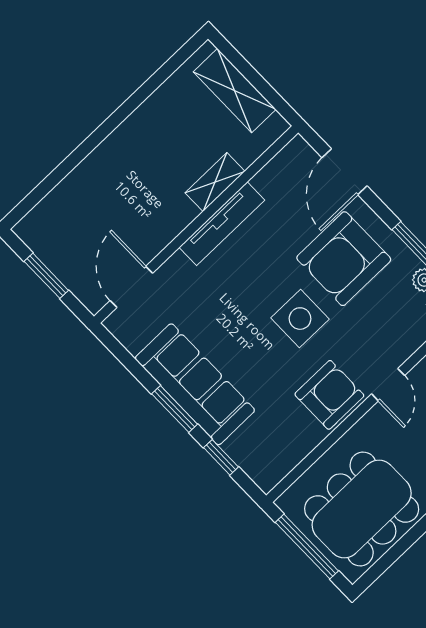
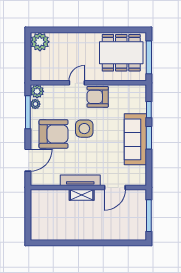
shelving: (235, 91) -> (38, 217), removed
shelving: (215, 182) -> (82, 195), moved
window: (46, 276) -> (149, 216), width x1.44
door: (131, 287) -> (115, 187), moved

